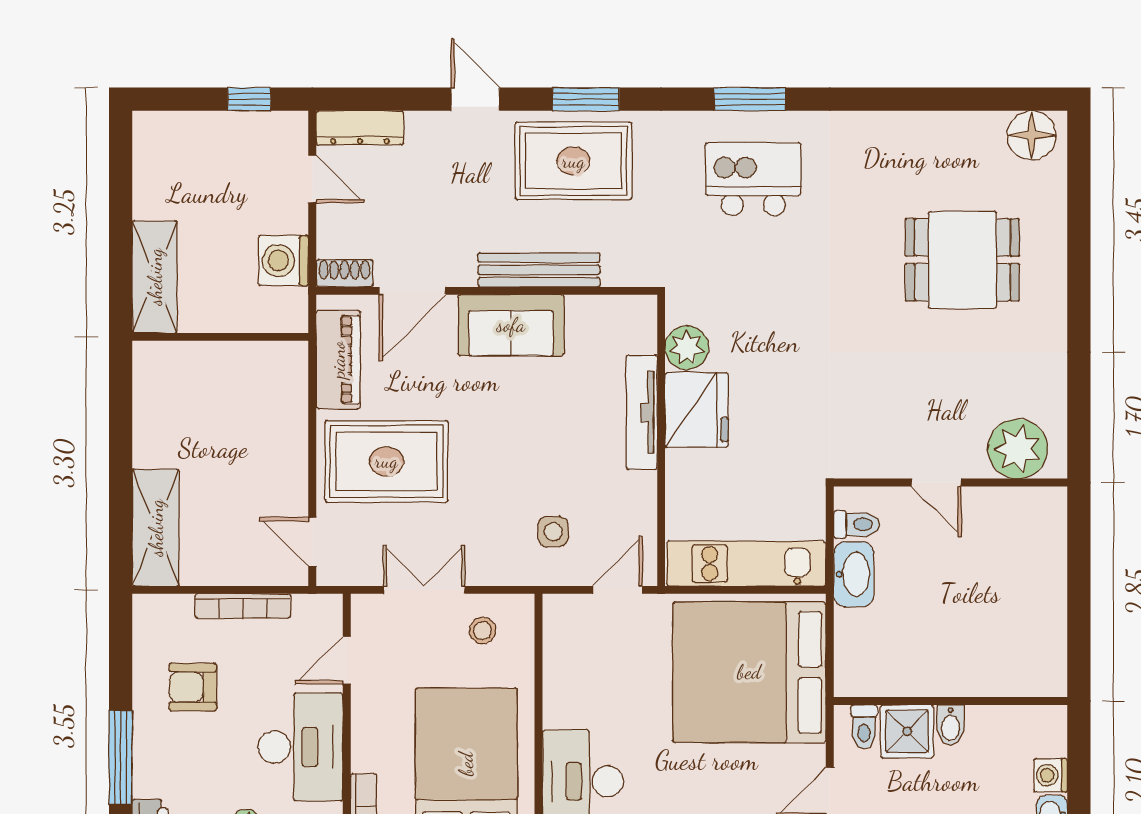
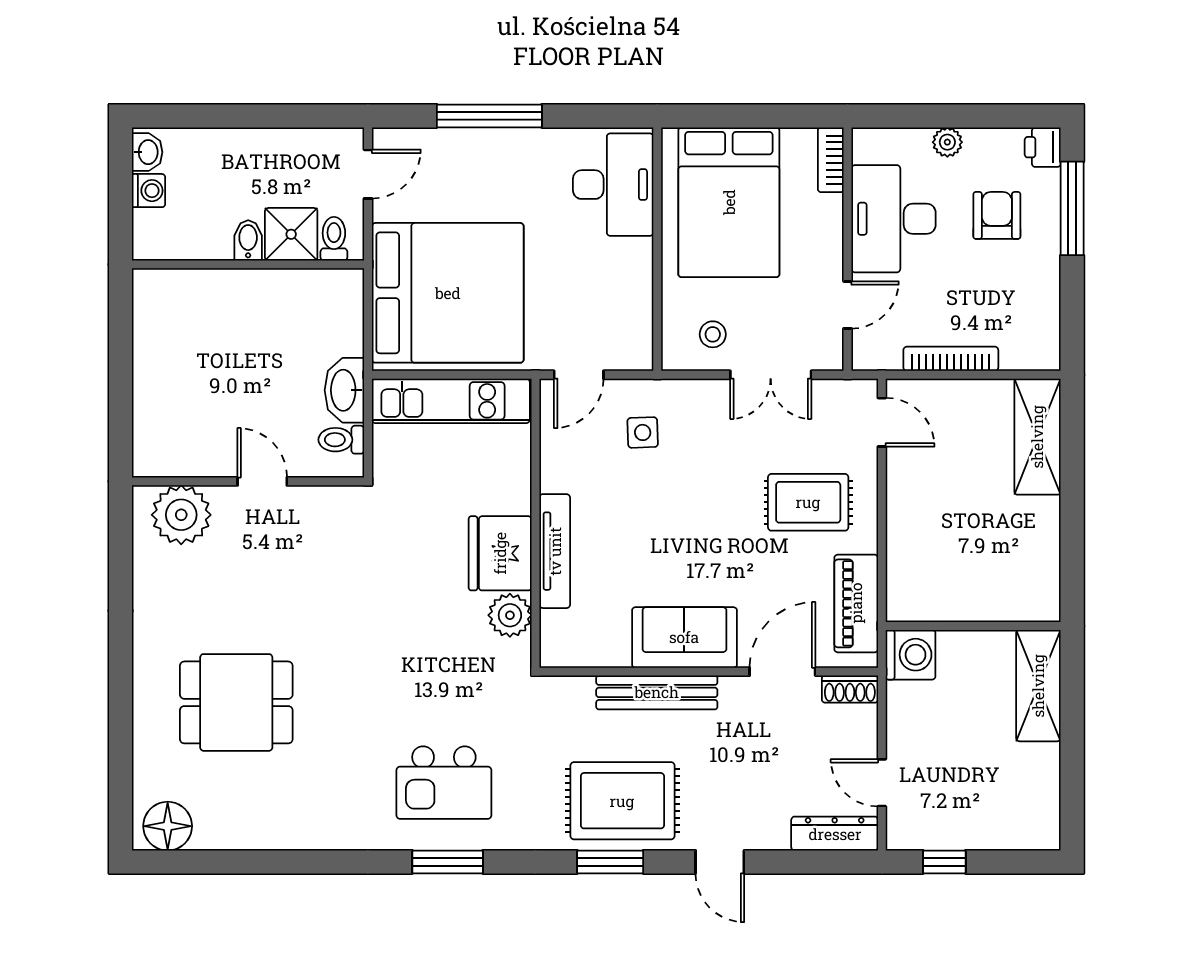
washing machine: (283, 261) -> (911, 655), moved
rug: (386, 461) -> (808, 502), width x0.73, depth x0.70
armchair: (193, 687) -> (997, 215), moved, turned -90

